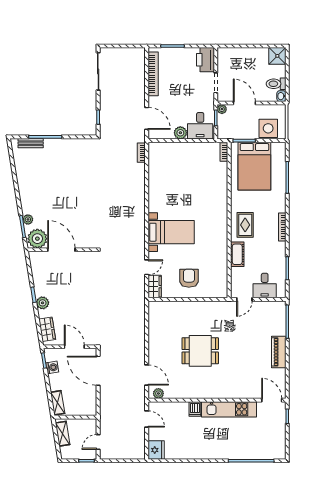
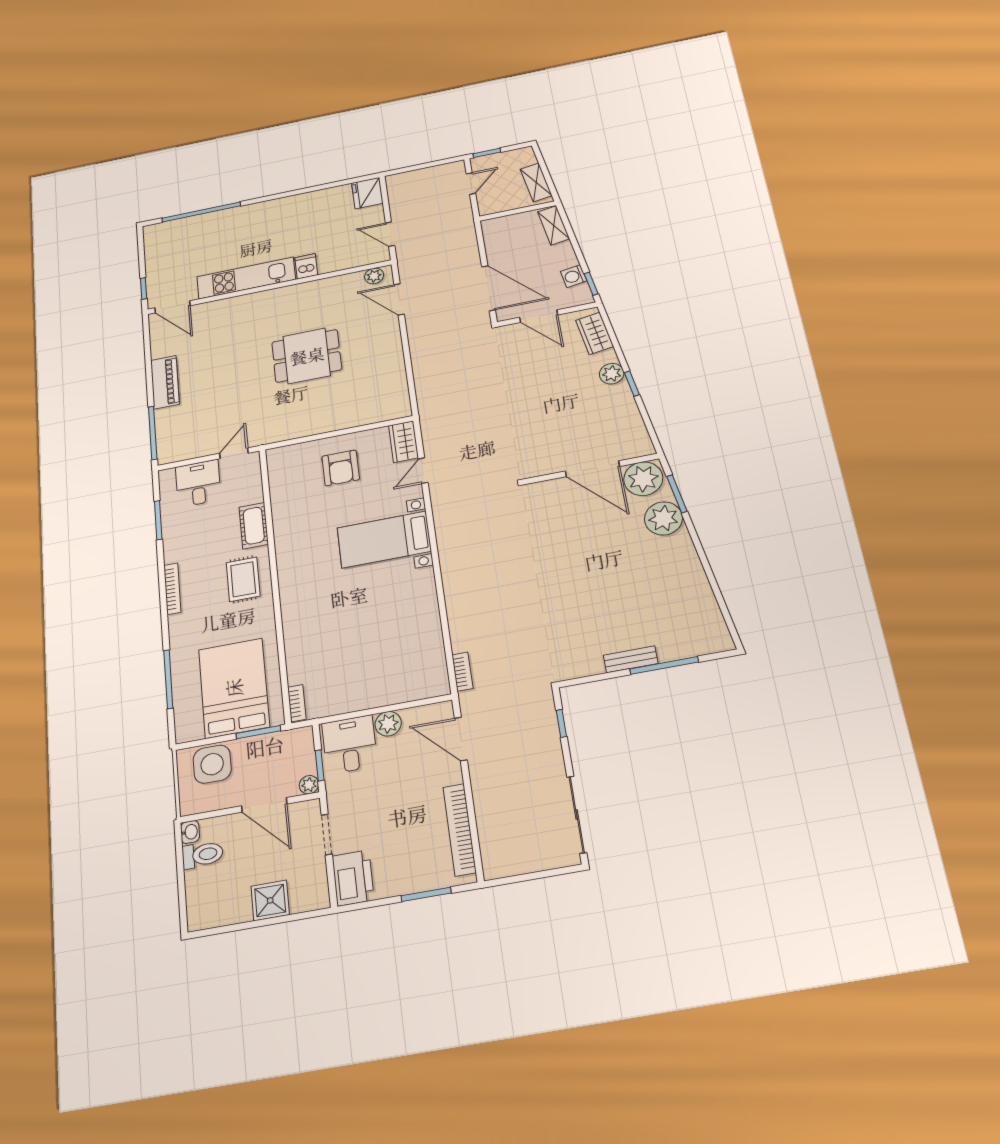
shower: (277, 56) -> (270, 900), moved
bench: (31, 143) -> (631, 659), moved
plant: (28, 219) -> (663, 518), width x1.87, depth x1.87

